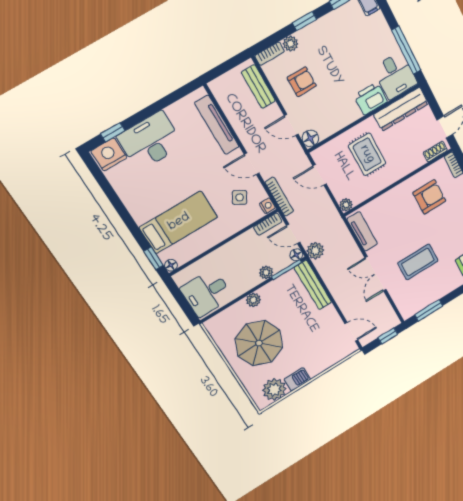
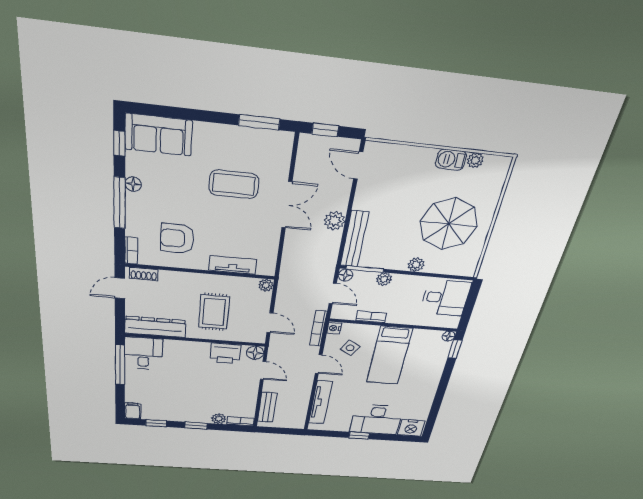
armchair: (302, 82) -> (230, 392), removed
printer: (371, 99) -> (225, 353), moved
window: (113, 132) -> (359, 435), moved
bed: (179, 222) -> (389, 356), moved, turned -90
bookcase: (268, 224) -> (371, 317), moved
tv unit: (362, 231) -> (233, 265), moved, turned 90
plant: (315, 251) -> (335, 221), moved
plant: (274, 389) -> (475, 160), width x0.53, depth x0.53

